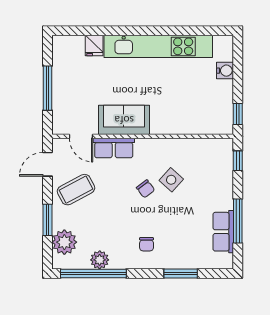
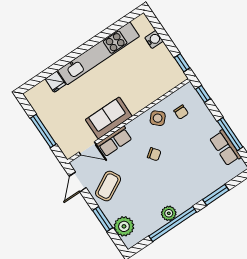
side table: (171, 180) -> (158, 118), moved
chair: (147, 244) -> (181, 112), moved
plant: (100, 260) -> (169, 213), moved
window: (93, 273) -> (173, 224), moved

